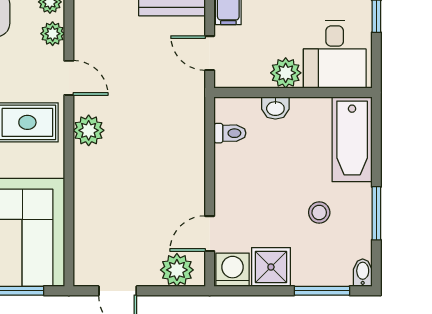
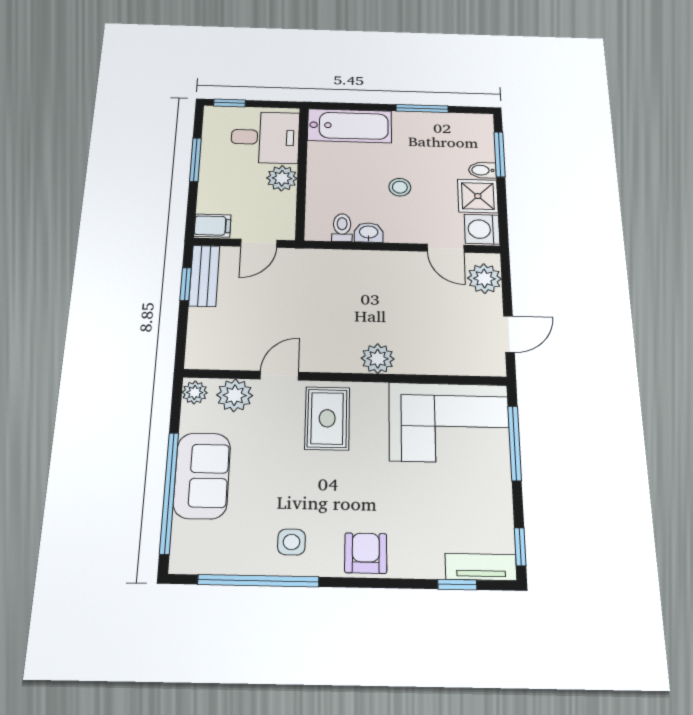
plant: (53, 34) -> (235, 395), width x1.38, depth x1.38
washbasin: (275, 108) -> (369, 233), moved, turned -90
plant: (89, 130) -> (378, 359), moved
stool: (319, 212) -> (400, 187), moved
bidet: (363, 273) -> (482, 170), moved

